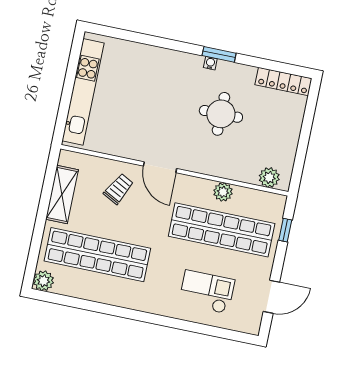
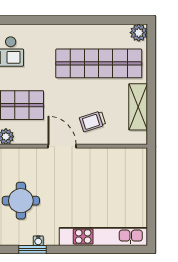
kitchen unit: (83, 92) -> (103, 236), moved, turned 90
trolley: (119, 189) -> (93, 121), turned 44

